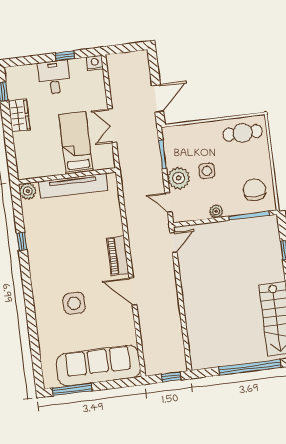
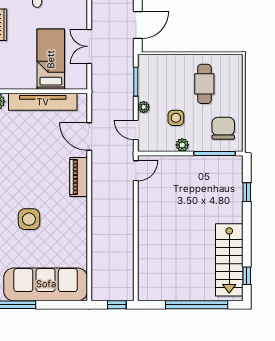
cafe table: (243, 133) -> (204, 84), moved, turned 90
side table: (207, 171) -> (176, 118), moved
plant: (179, 178) -> (144, 107), width x0.53, depth x0.53
door: (133, 291) -> (89, 137), moved

